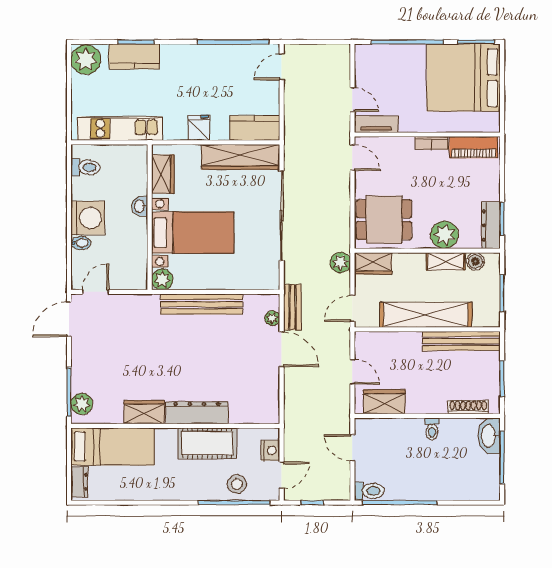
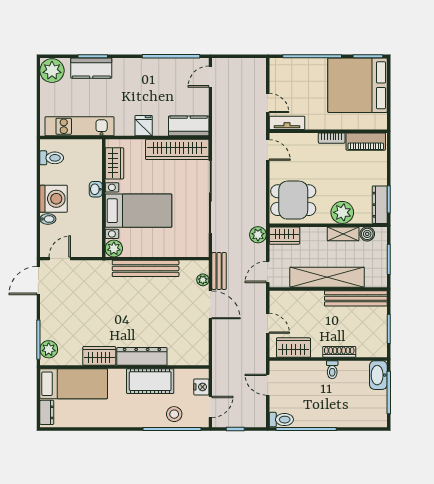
shoe rack: (468, 407) -> (339, 352), moved

